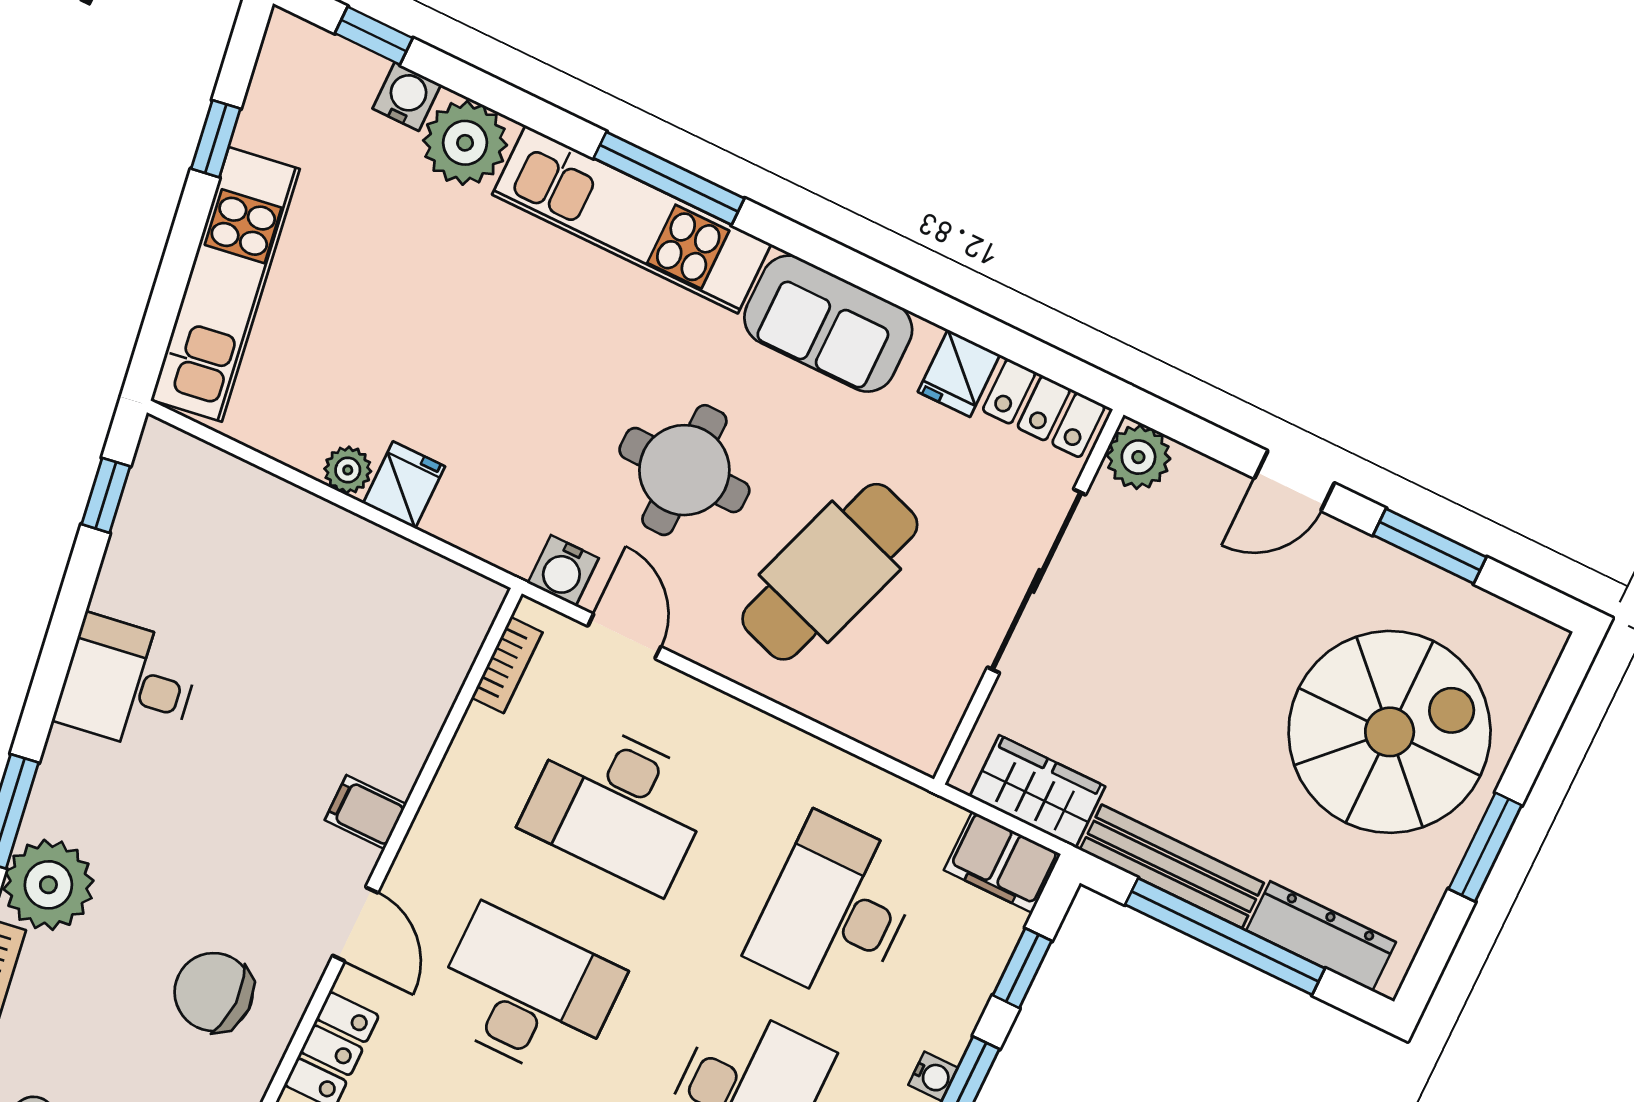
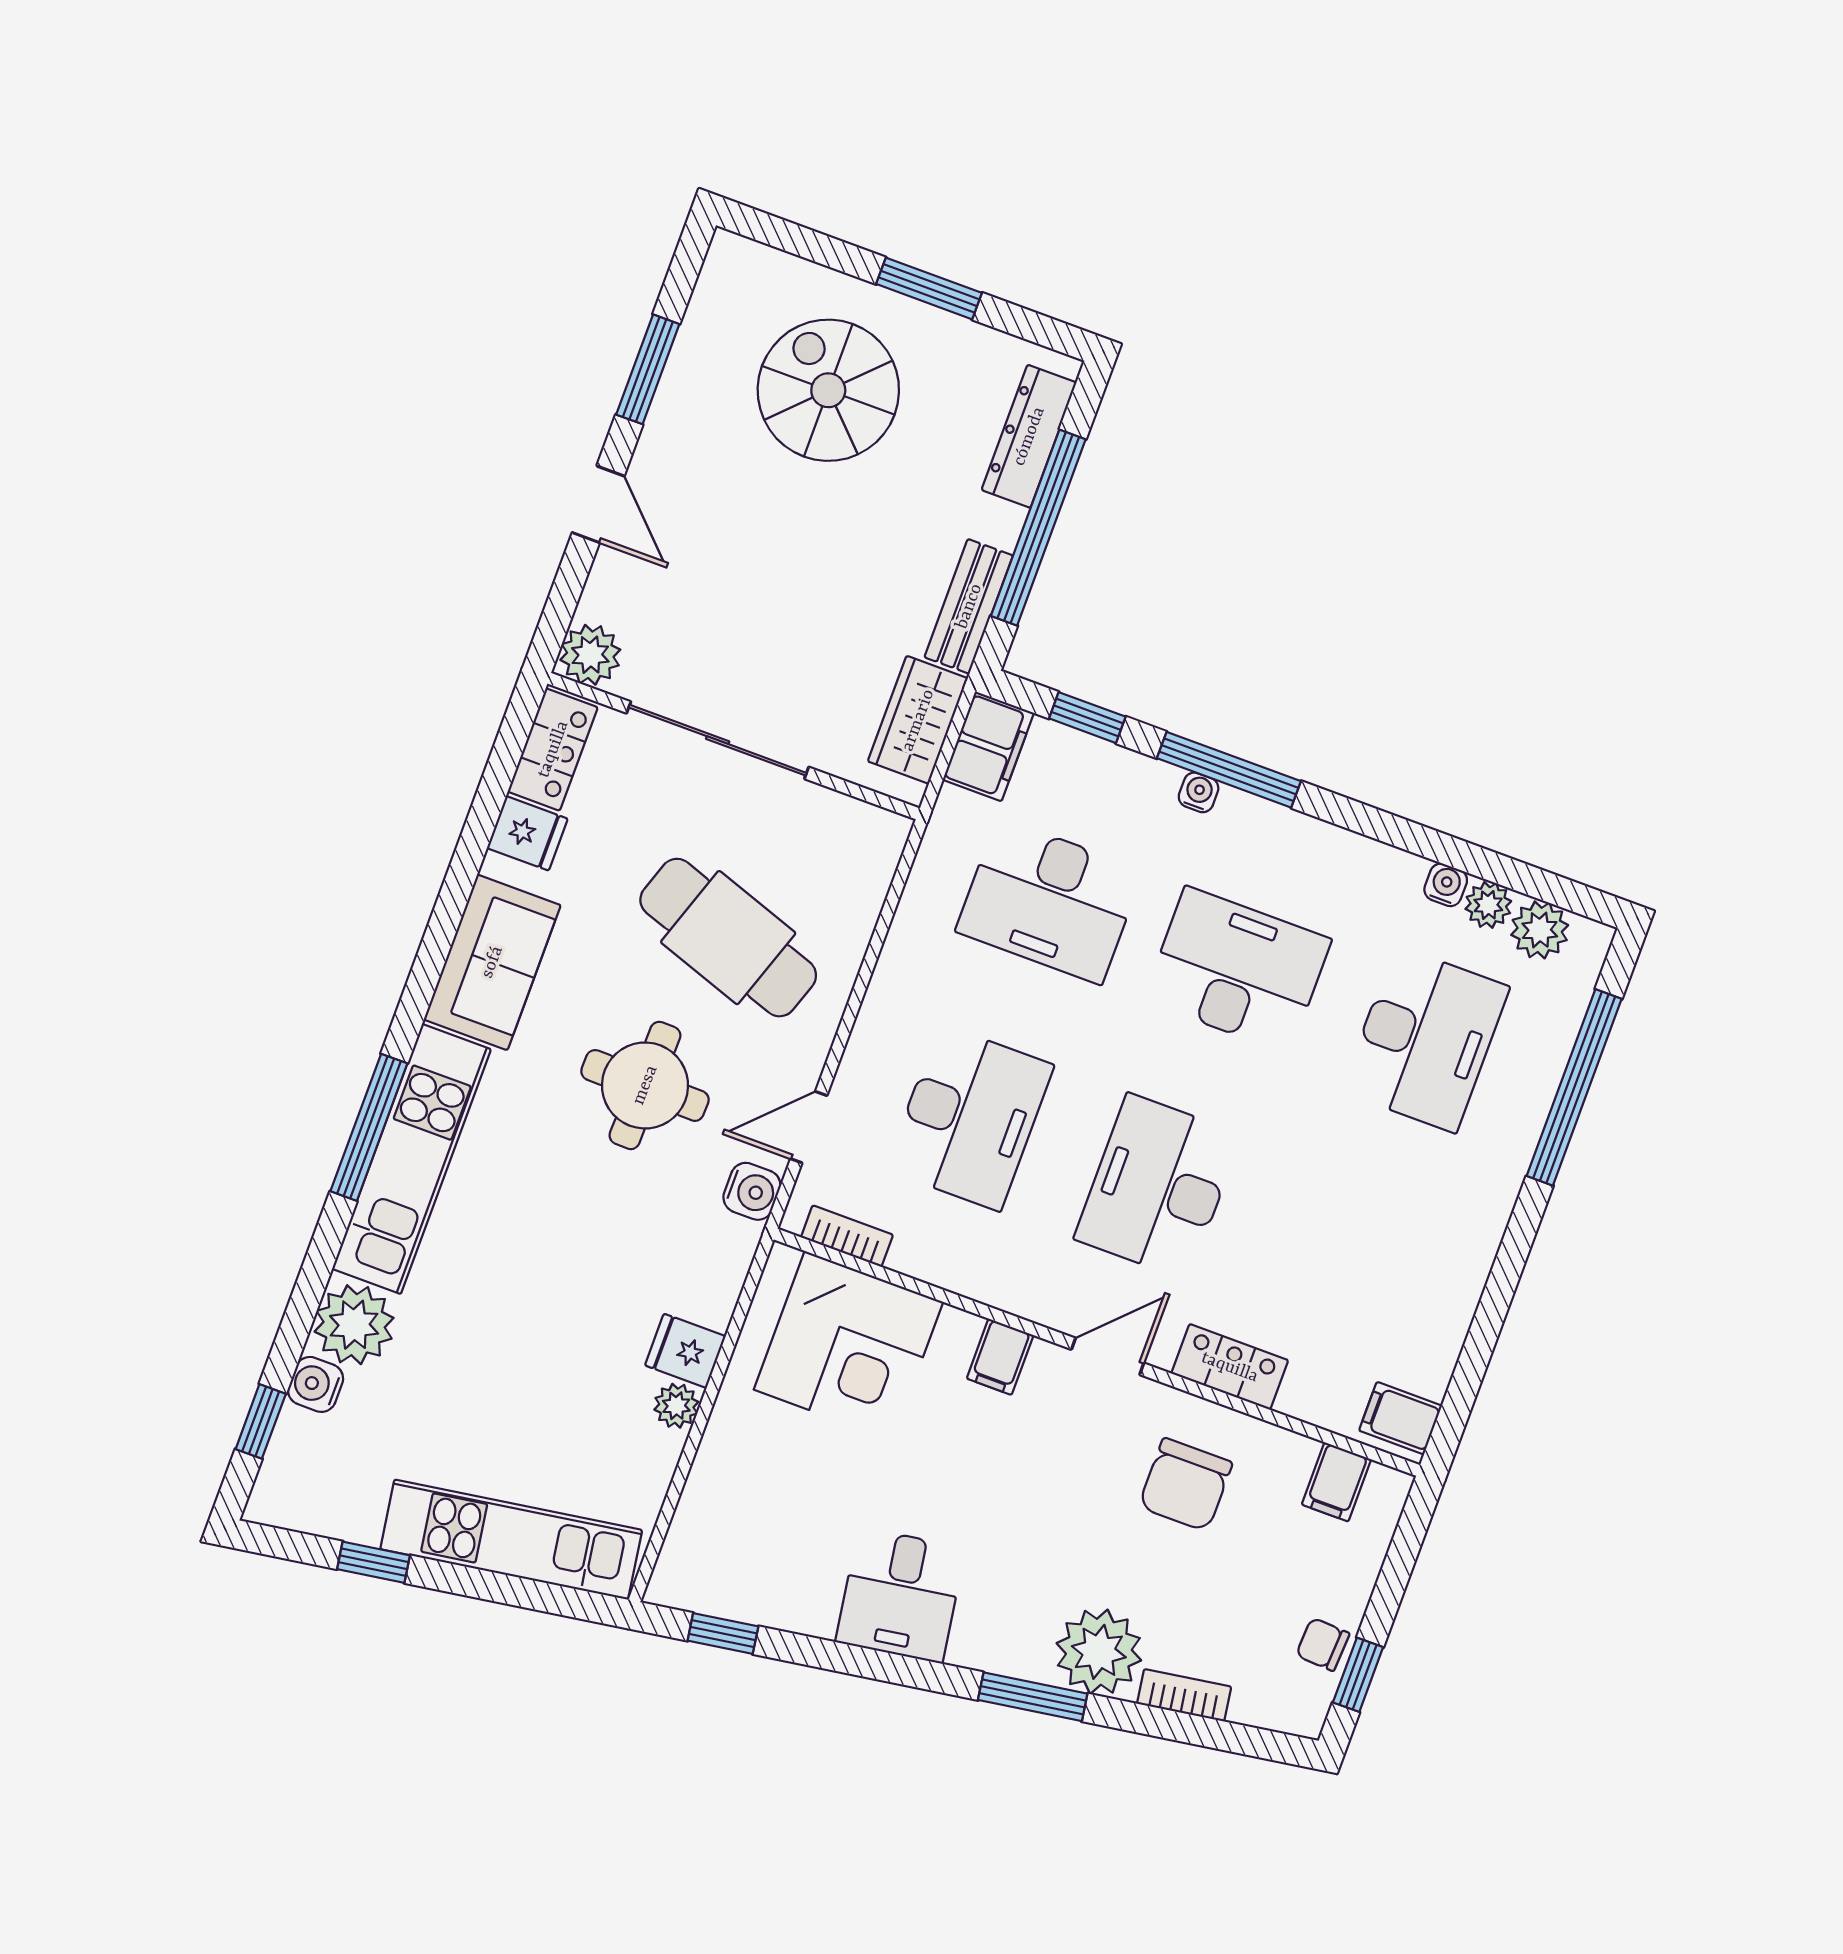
corner desk: (393, 655) -> (848, 1346), added
spiral stairs: (1390, 732) -> (828, 390), width x0.73, depth x0.73
bench: (1172, 866) -> (969, 606), width x0.73

